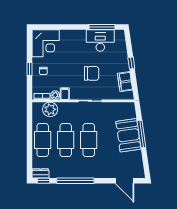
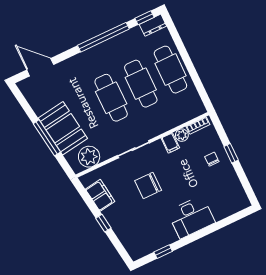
window: (102, 27) -> (163, 252), width x0.46
desk: (100, 41) -> (191, 217), moved
corner desk: (46, 43) -> (226, 196), removed
plant: (50, 109) -> (89, 157), moved

